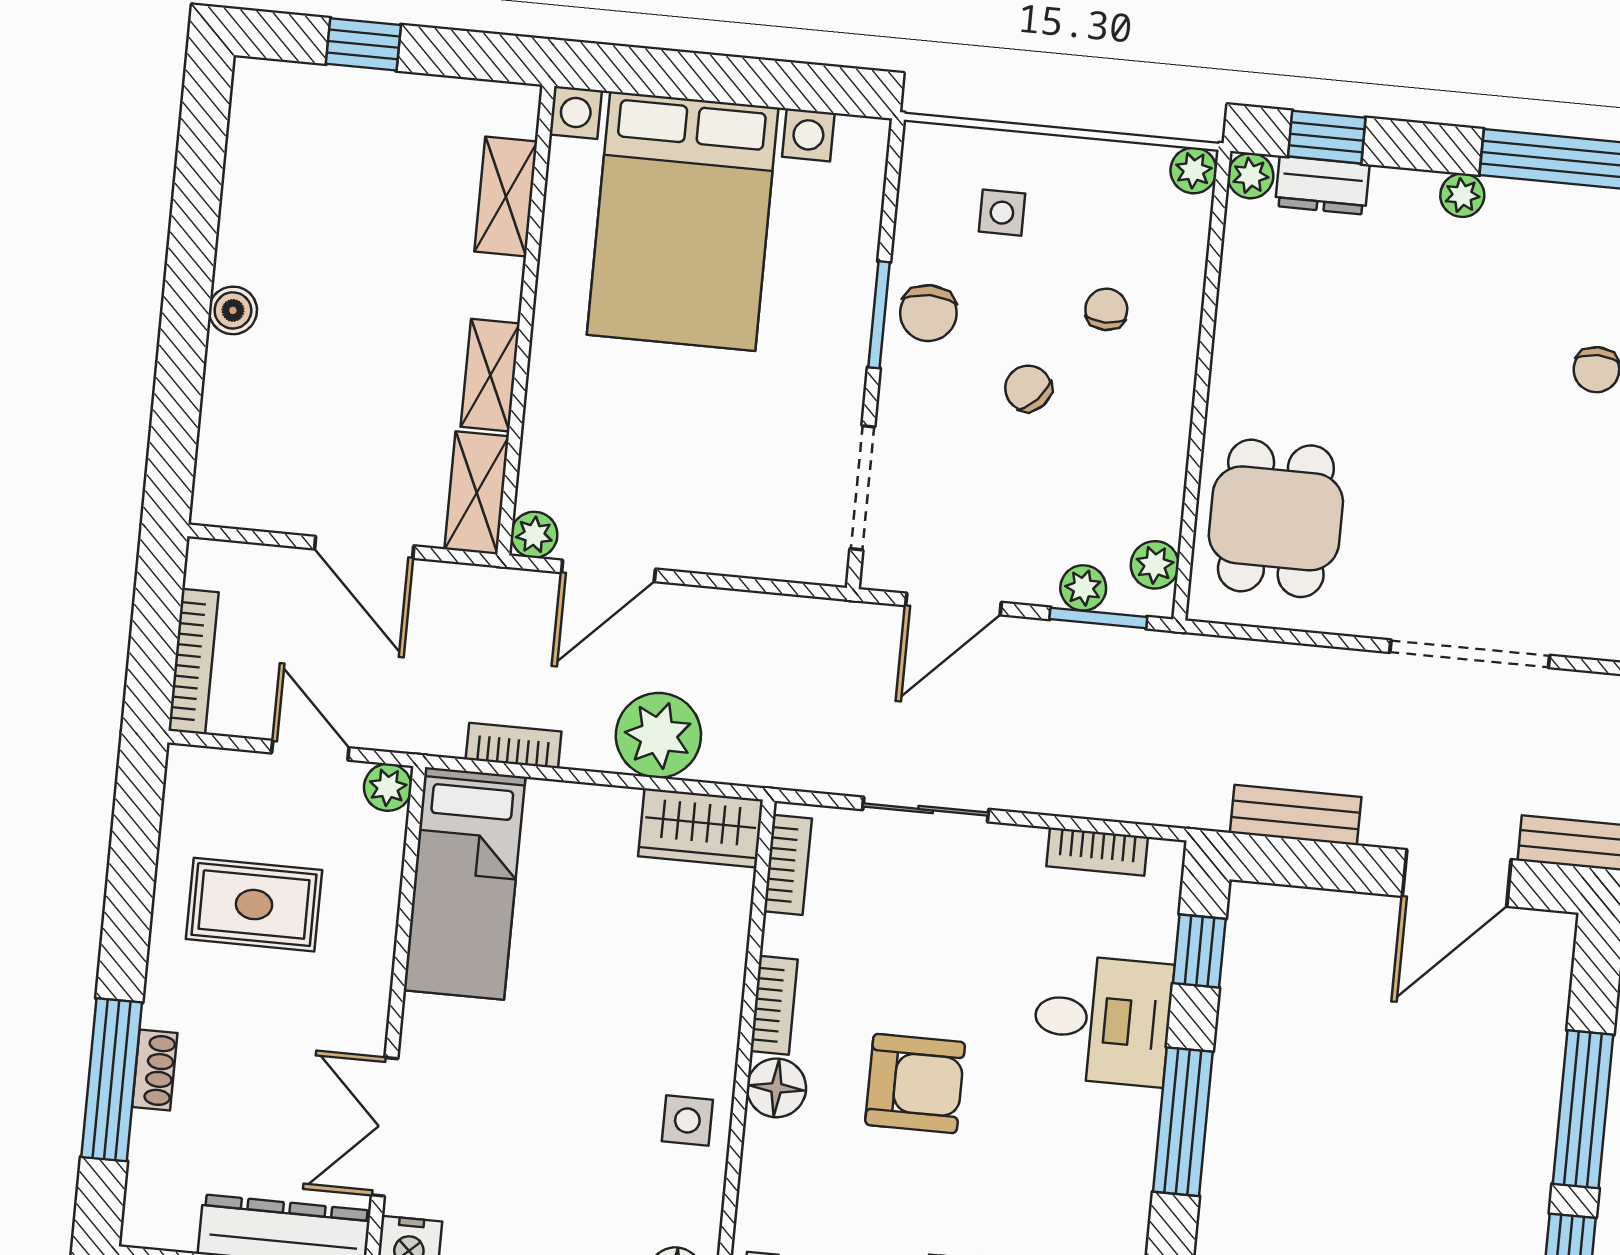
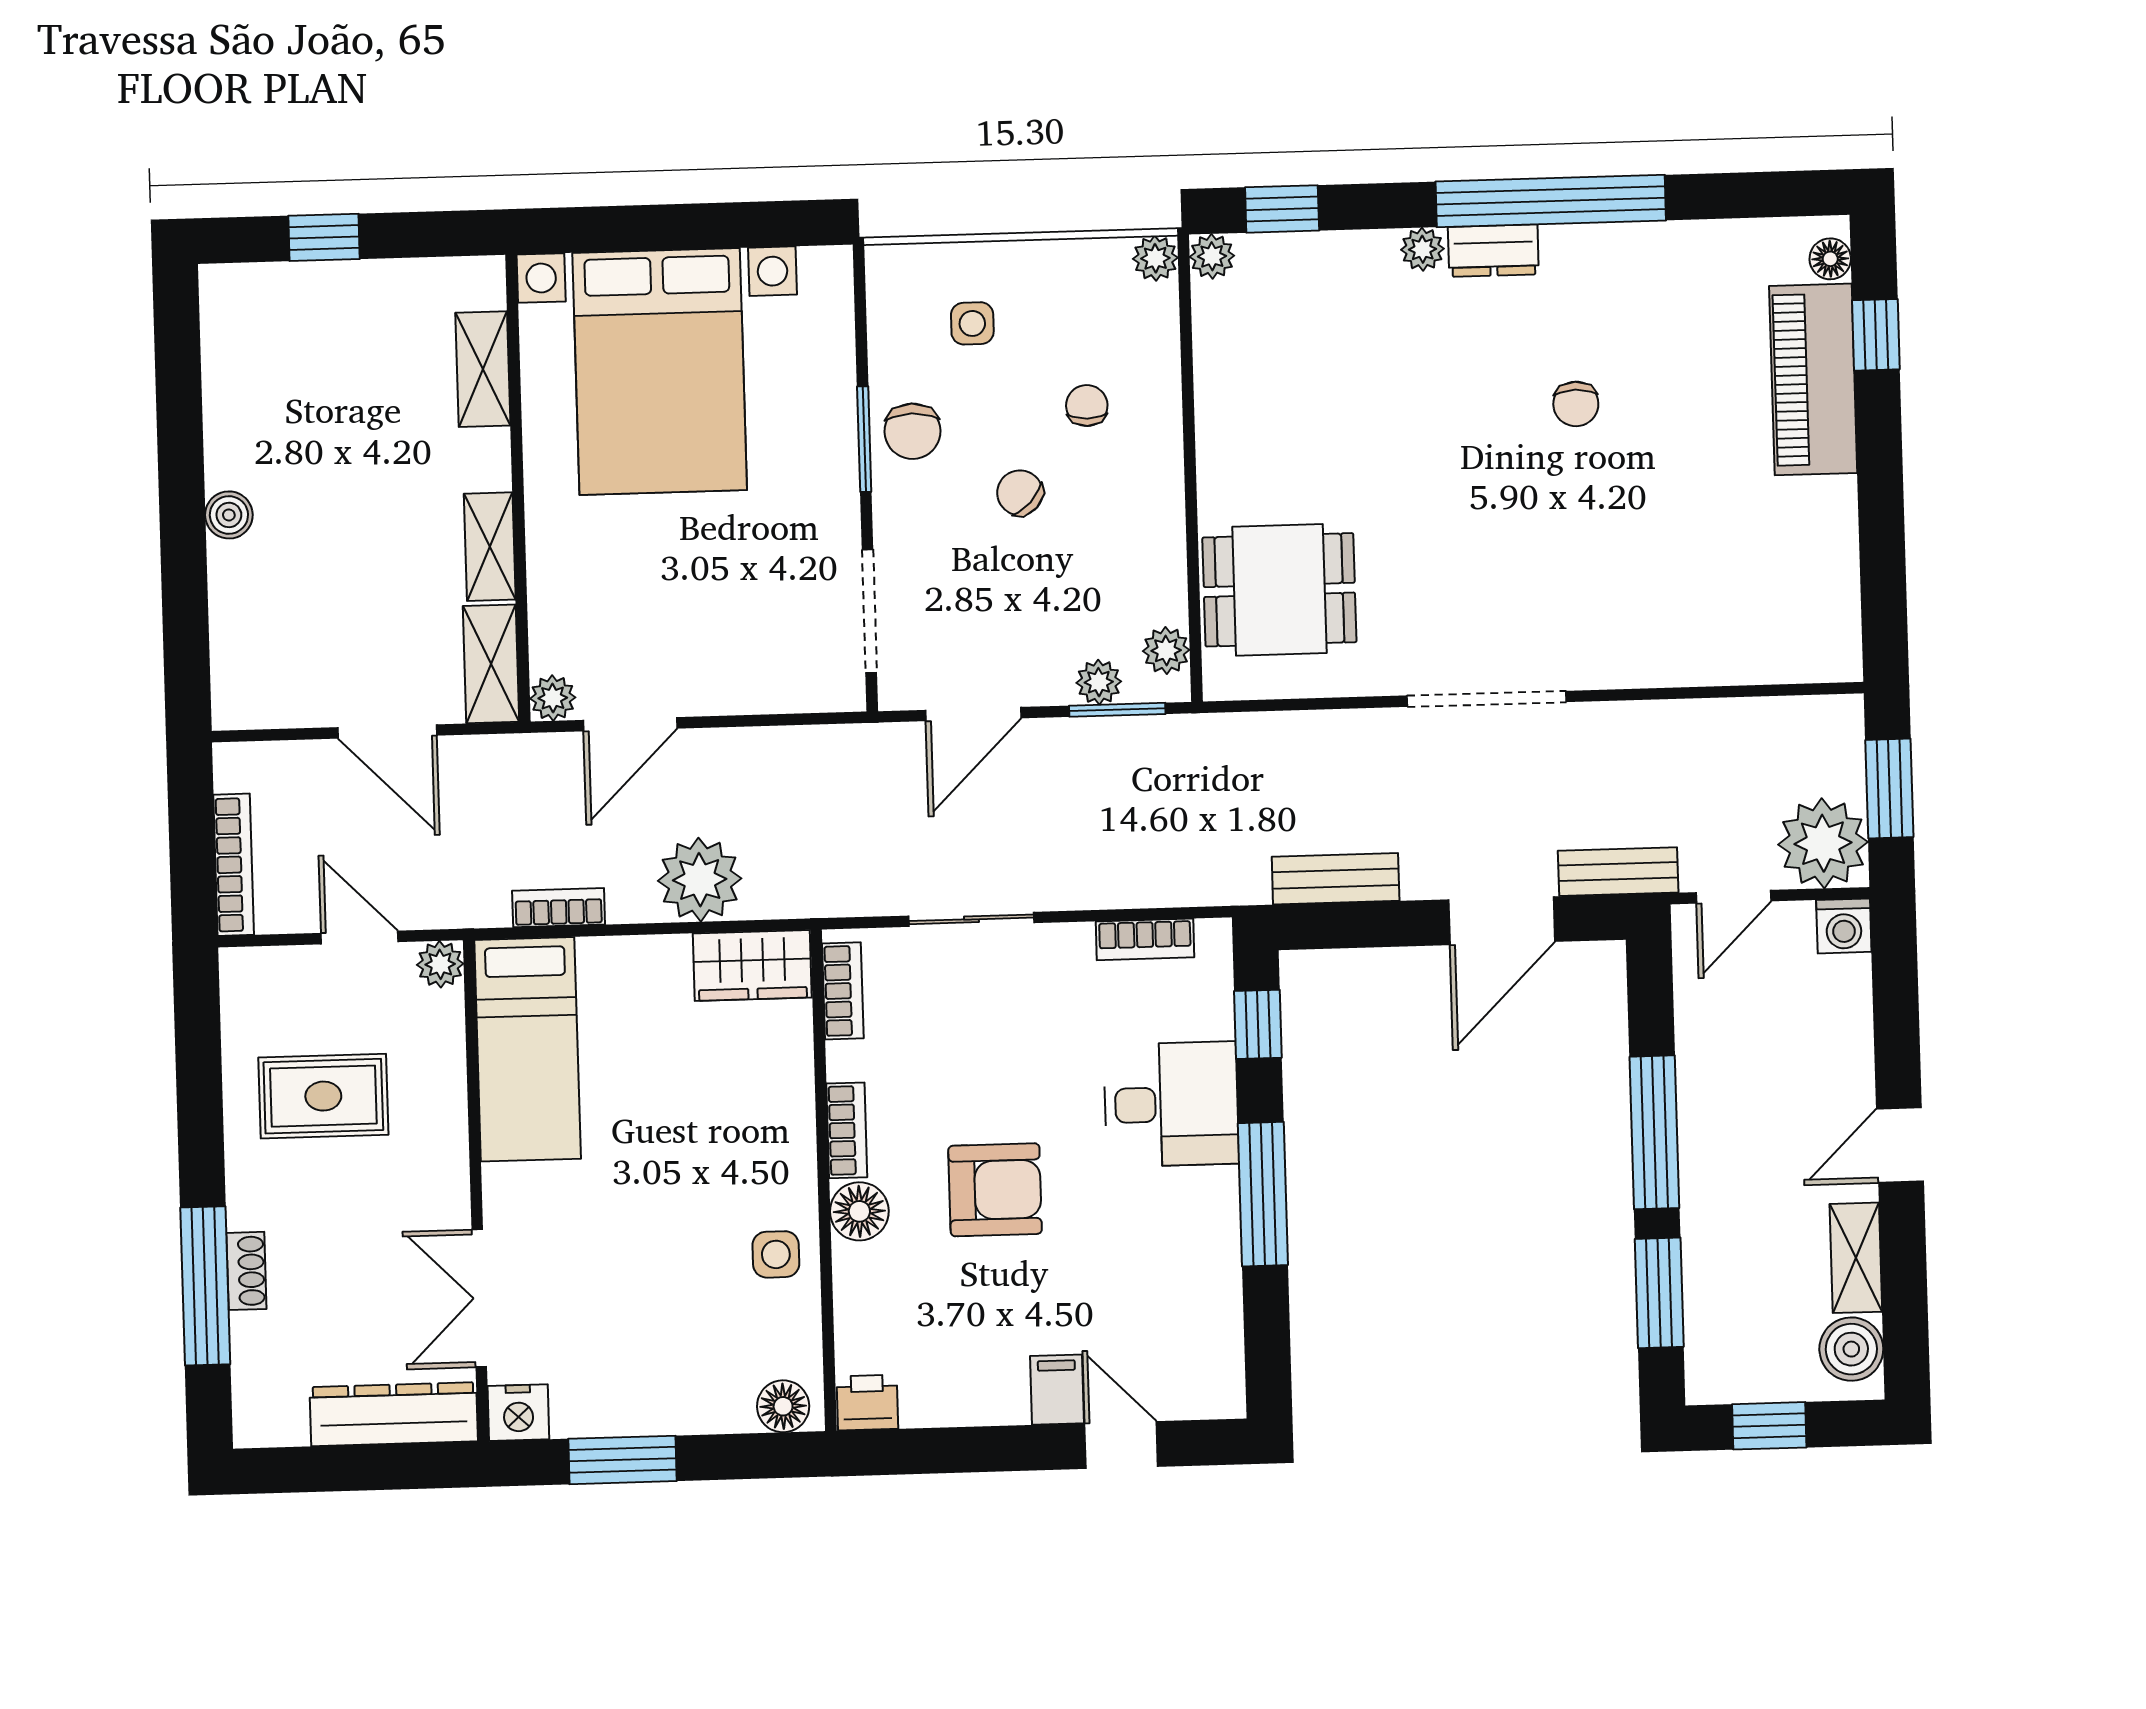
dresser: (1322, 185) -> (1493, 251), moved
dining table: (1276, 518) -> (1279, 590), turned 90

